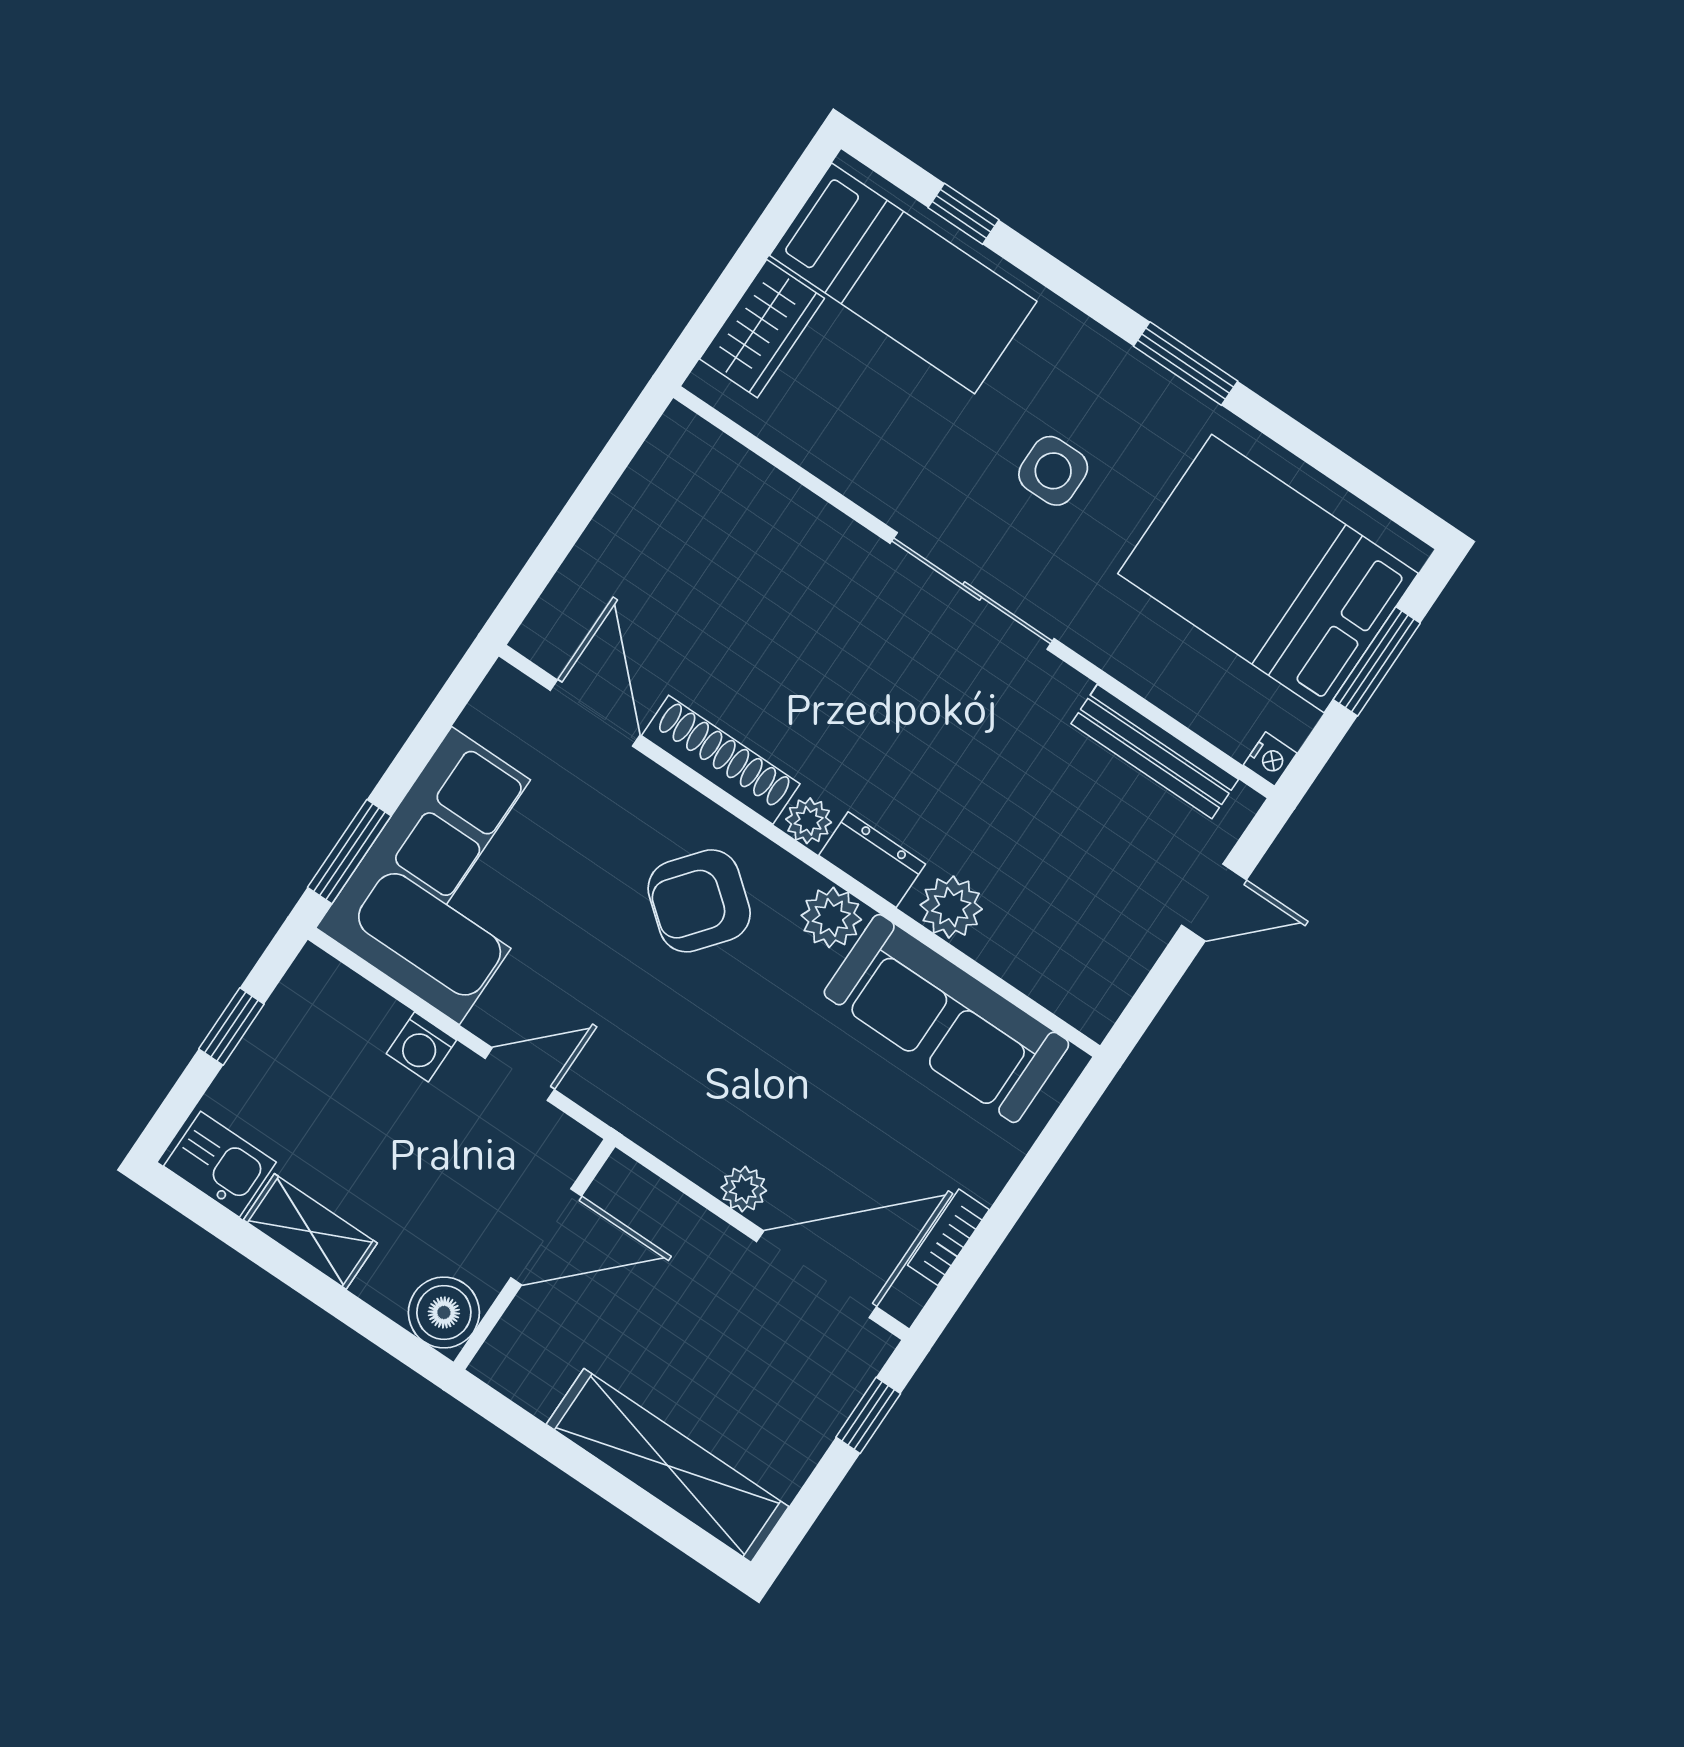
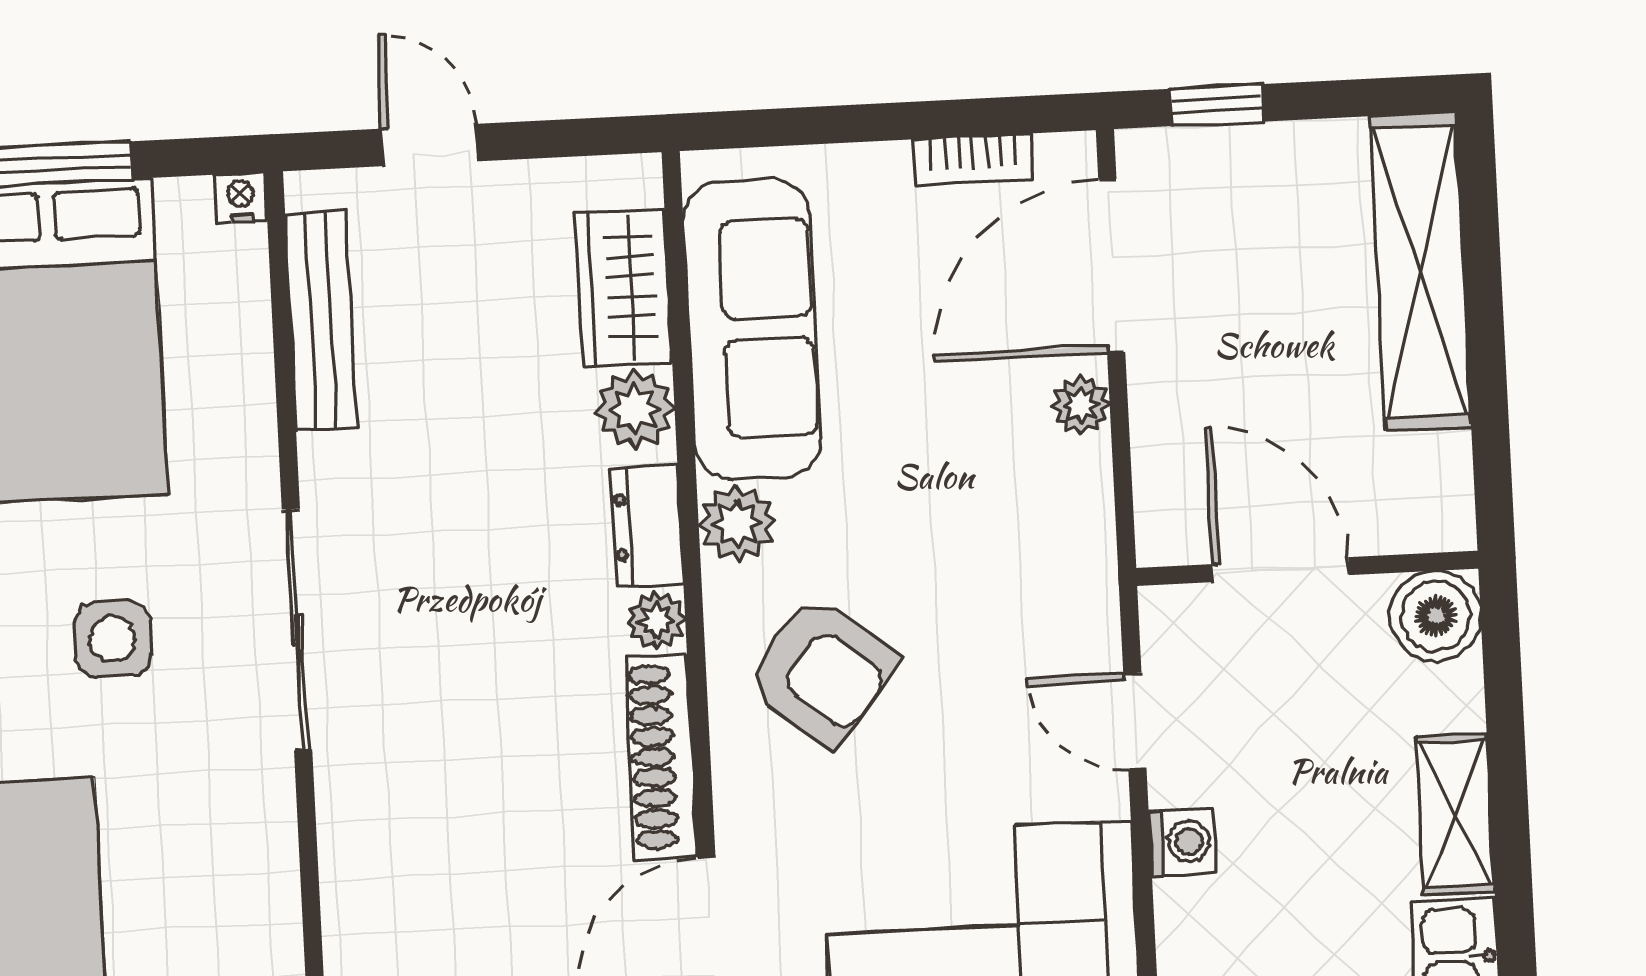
wardrobe: (1033, 958) -> (624, 287), added
door: (816, 1274) -> (1112, 266), hinge flipped

